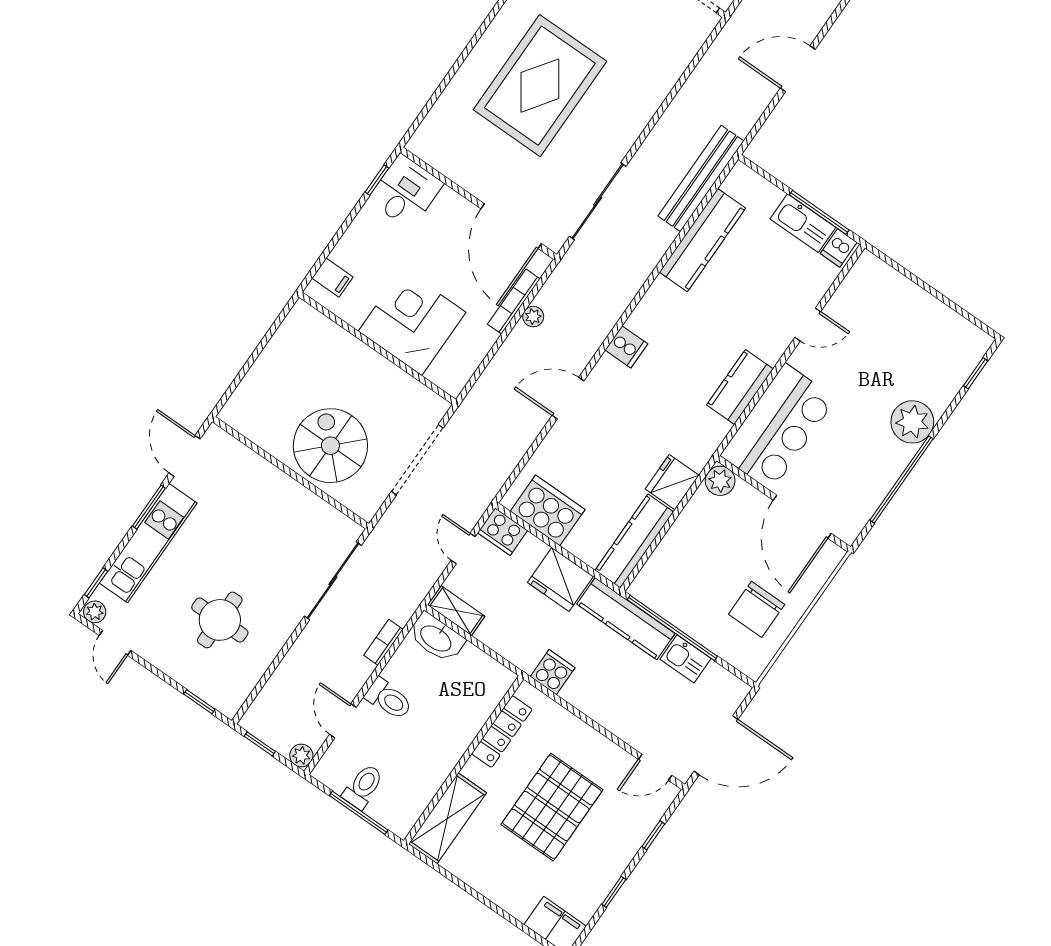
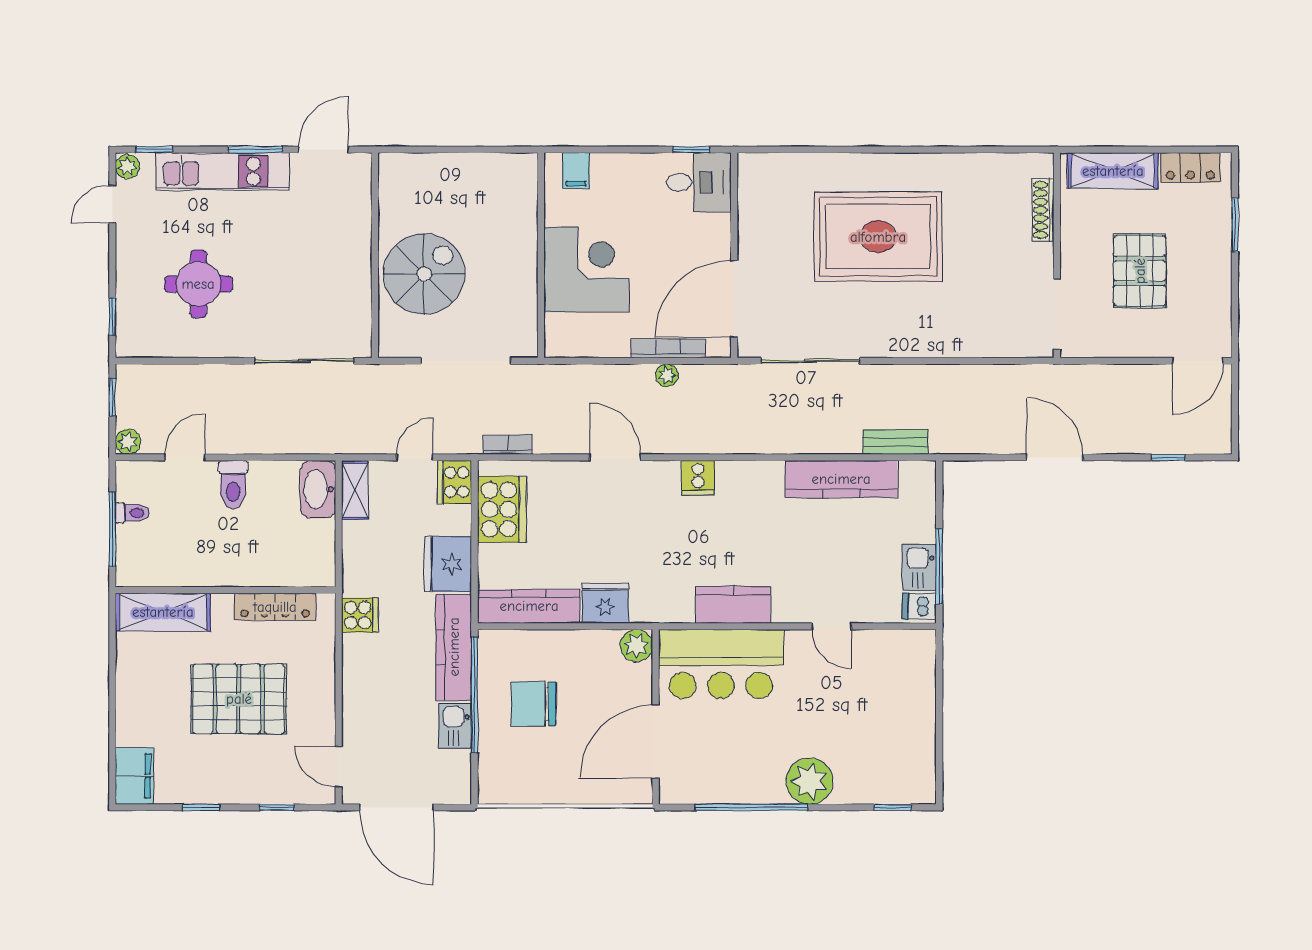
bench: (701, 179) -> (896, 442), width x0.54, depth x0.82
kitchen sink: (803, 223) -> (919, 567), width x0.73
chair: (757, 609) -> (534, 704), moved
bookcase: (383, 642) -> (508, 445), moved
toilet: (363, 786) -> (132, 513), width x0.73, depth x0.72

